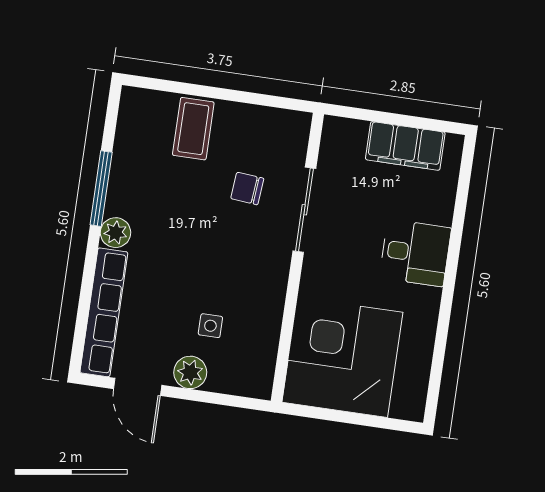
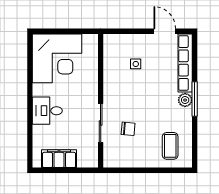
coffee table: (193, 129) -> (170, 146), moved
window: (101, 189) -> (195, 99), moved
corner desk: (342, 357) -> (57, 58), moved
plant: (190, 372) -> (142, 41), removed

